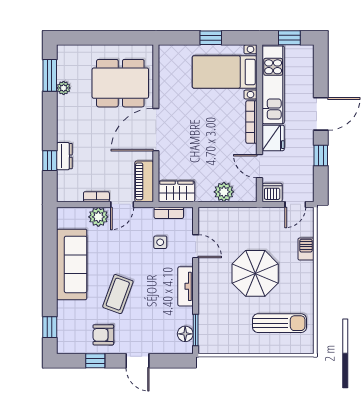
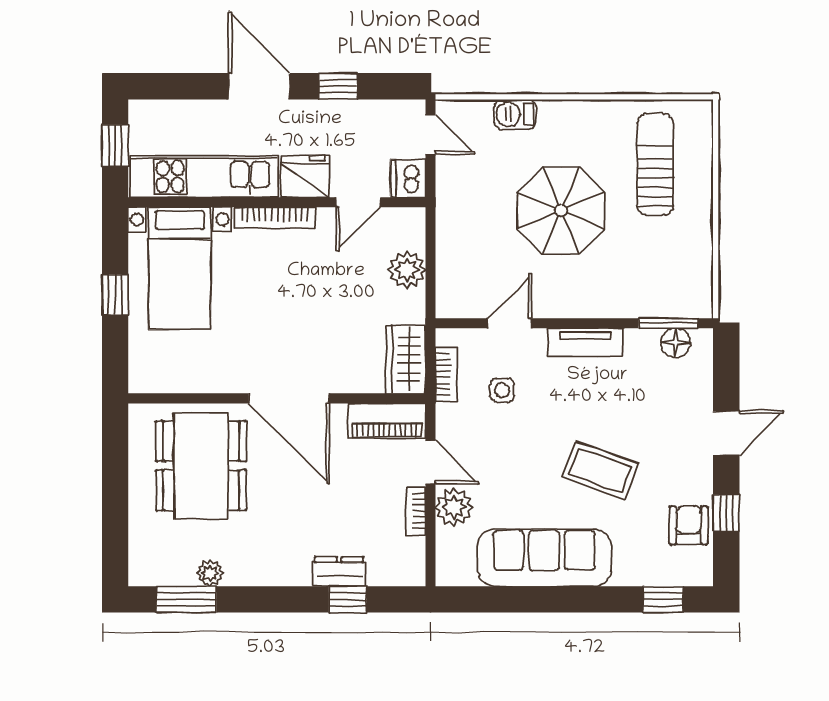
armchair: (103, 335) -> (689, 525), moved, turned 180

